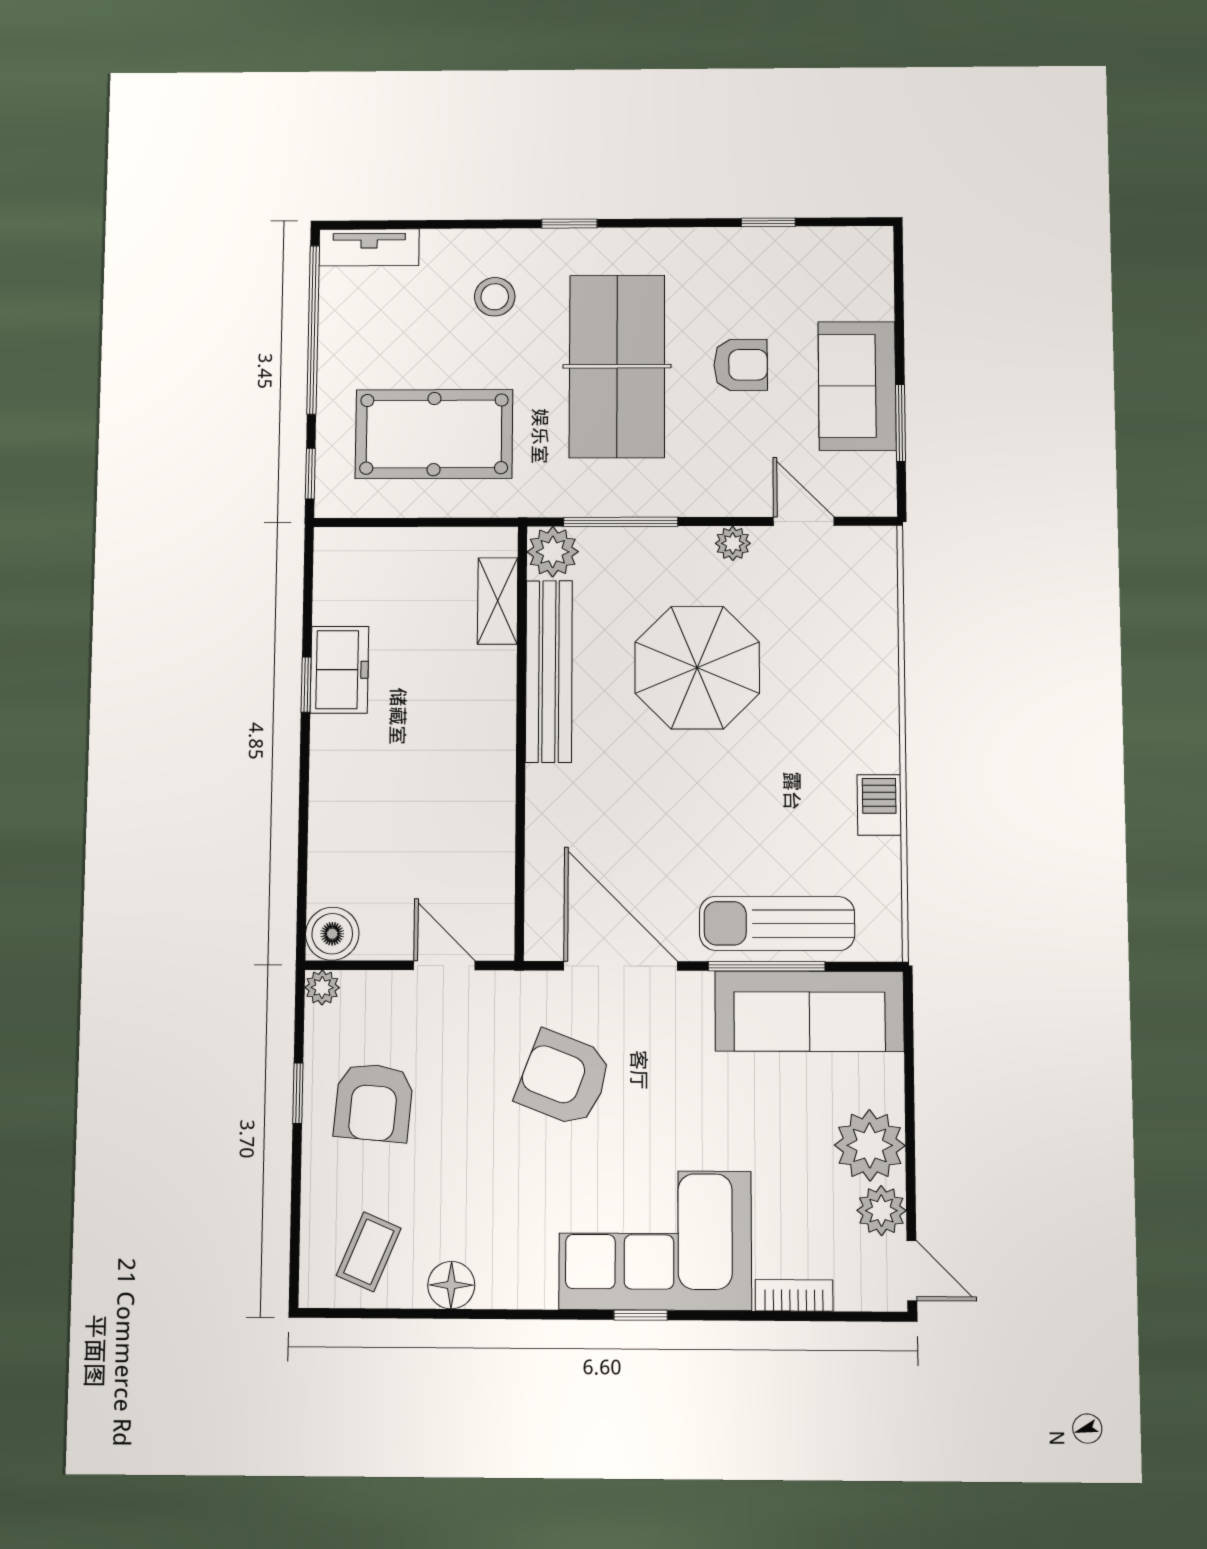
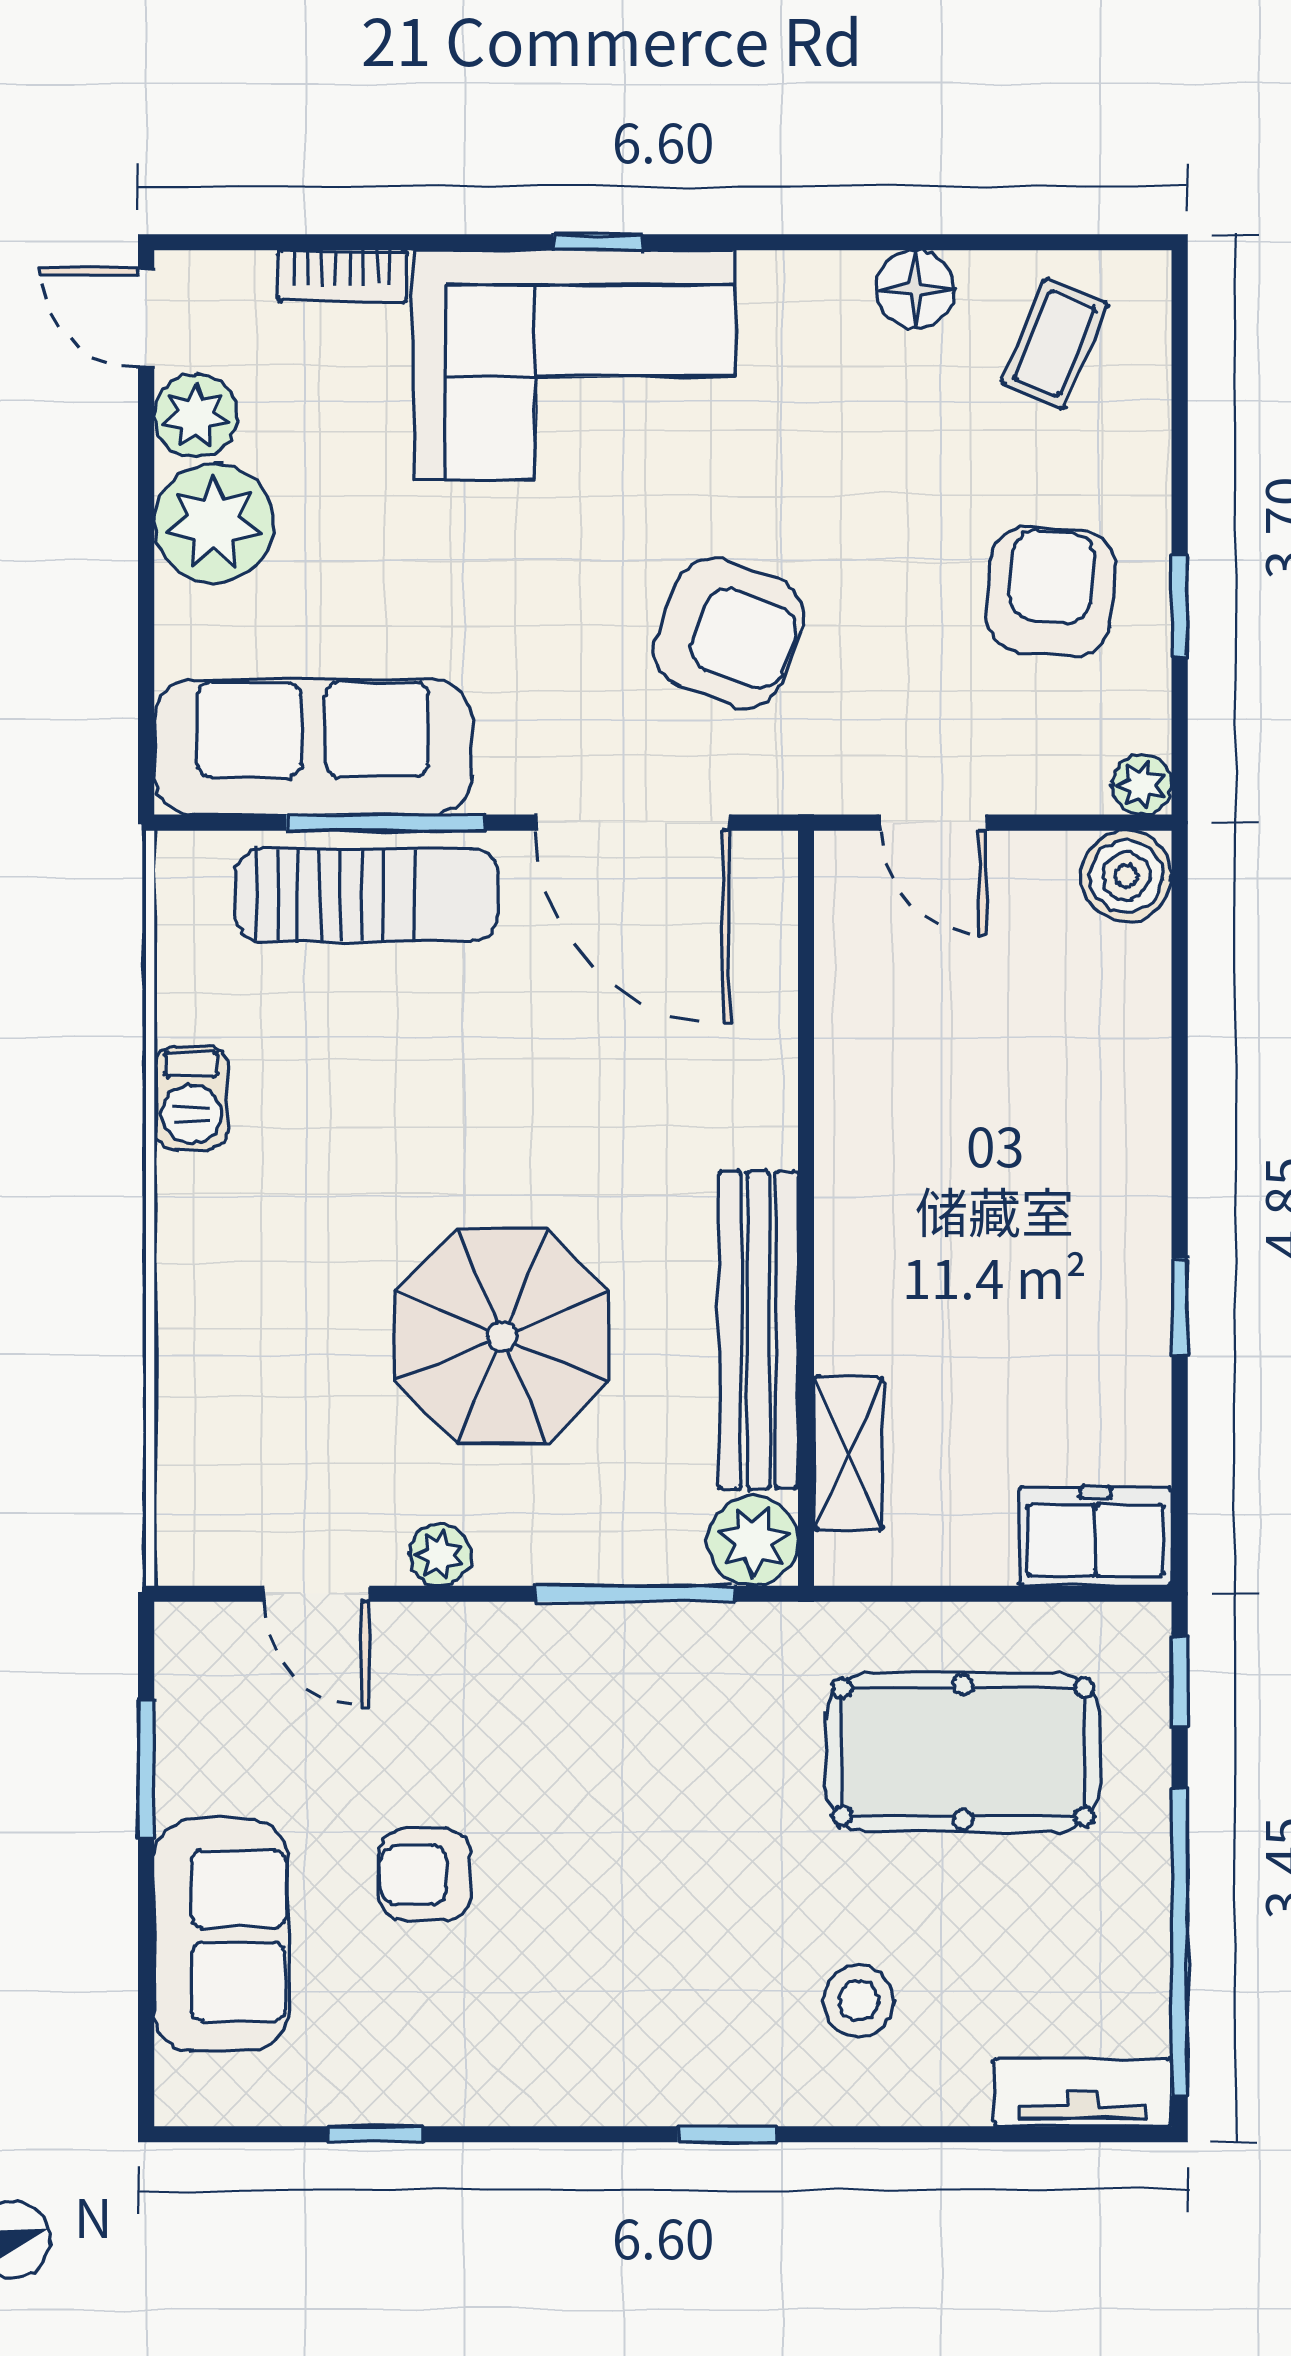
table tennis table: (617, 366) -> (642, 1873), removed
sofa: (857, 386) -> (221, 1935), moved
freezer: (339, 670) -> (1095, 1536), moved, turned 90

